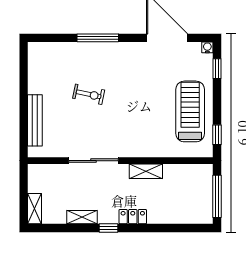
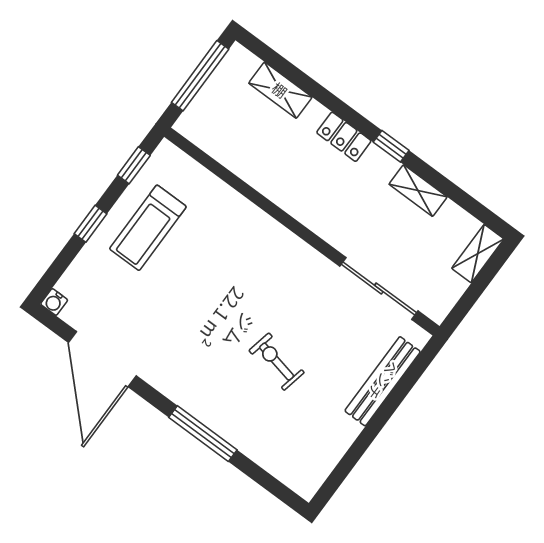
window: (217, 69) -> (90, 224), moved
treadmill: (190, 111) -> (148, 228), width x0.73, depth x0.73
sliding door: (94, 161) -> (379, 288), moved
shelving: (146, 171) -> (280, 90), moved

